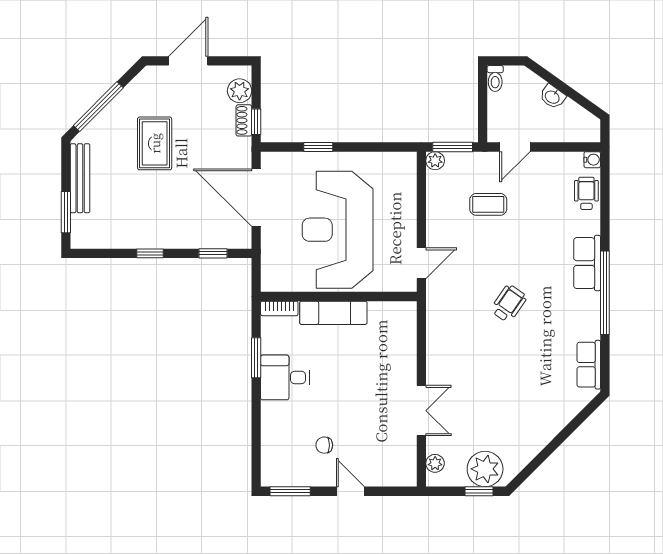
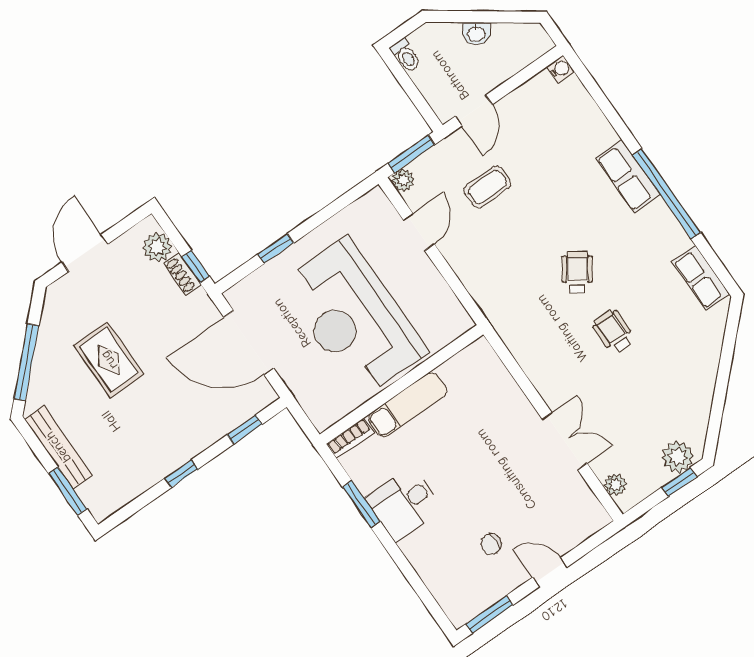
wheelchair: (586, 193) -> (613, 332), moved
door: (421, 263) -> (419, 232), moved
plant: (485, 469) -> (678, 457), width x0.73, depth x0.73

